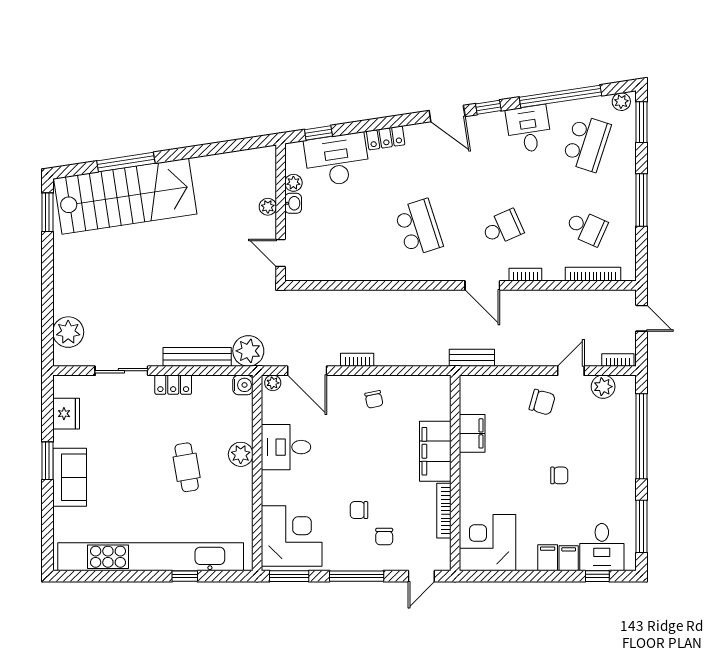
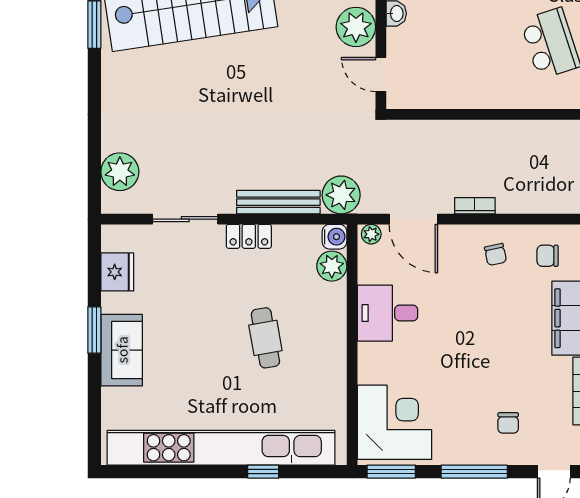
plant: (268, 207) -> (356, 27), width x1.88, depth x1.88
plant: (241, 454) -> (332, 266), moved
chair: (359, 510) -> (548, 256), moved

